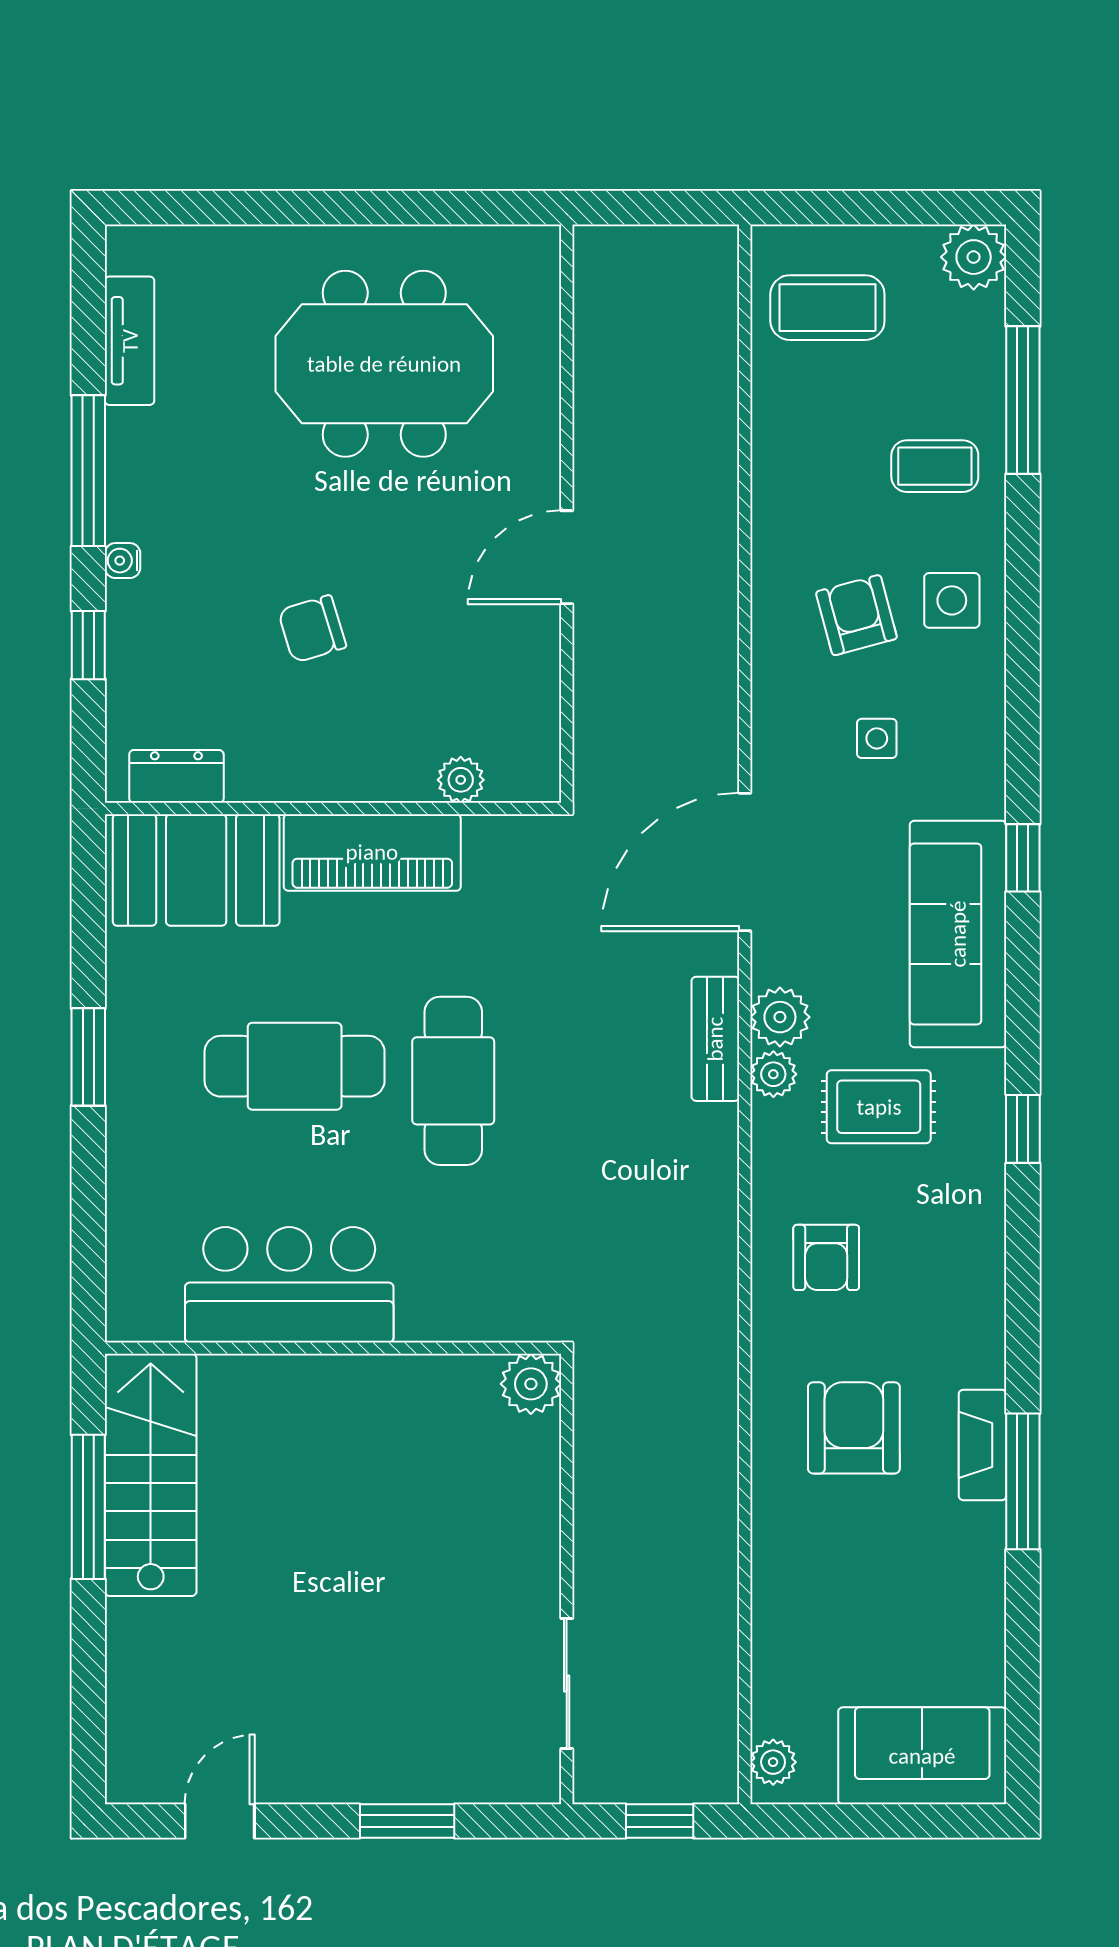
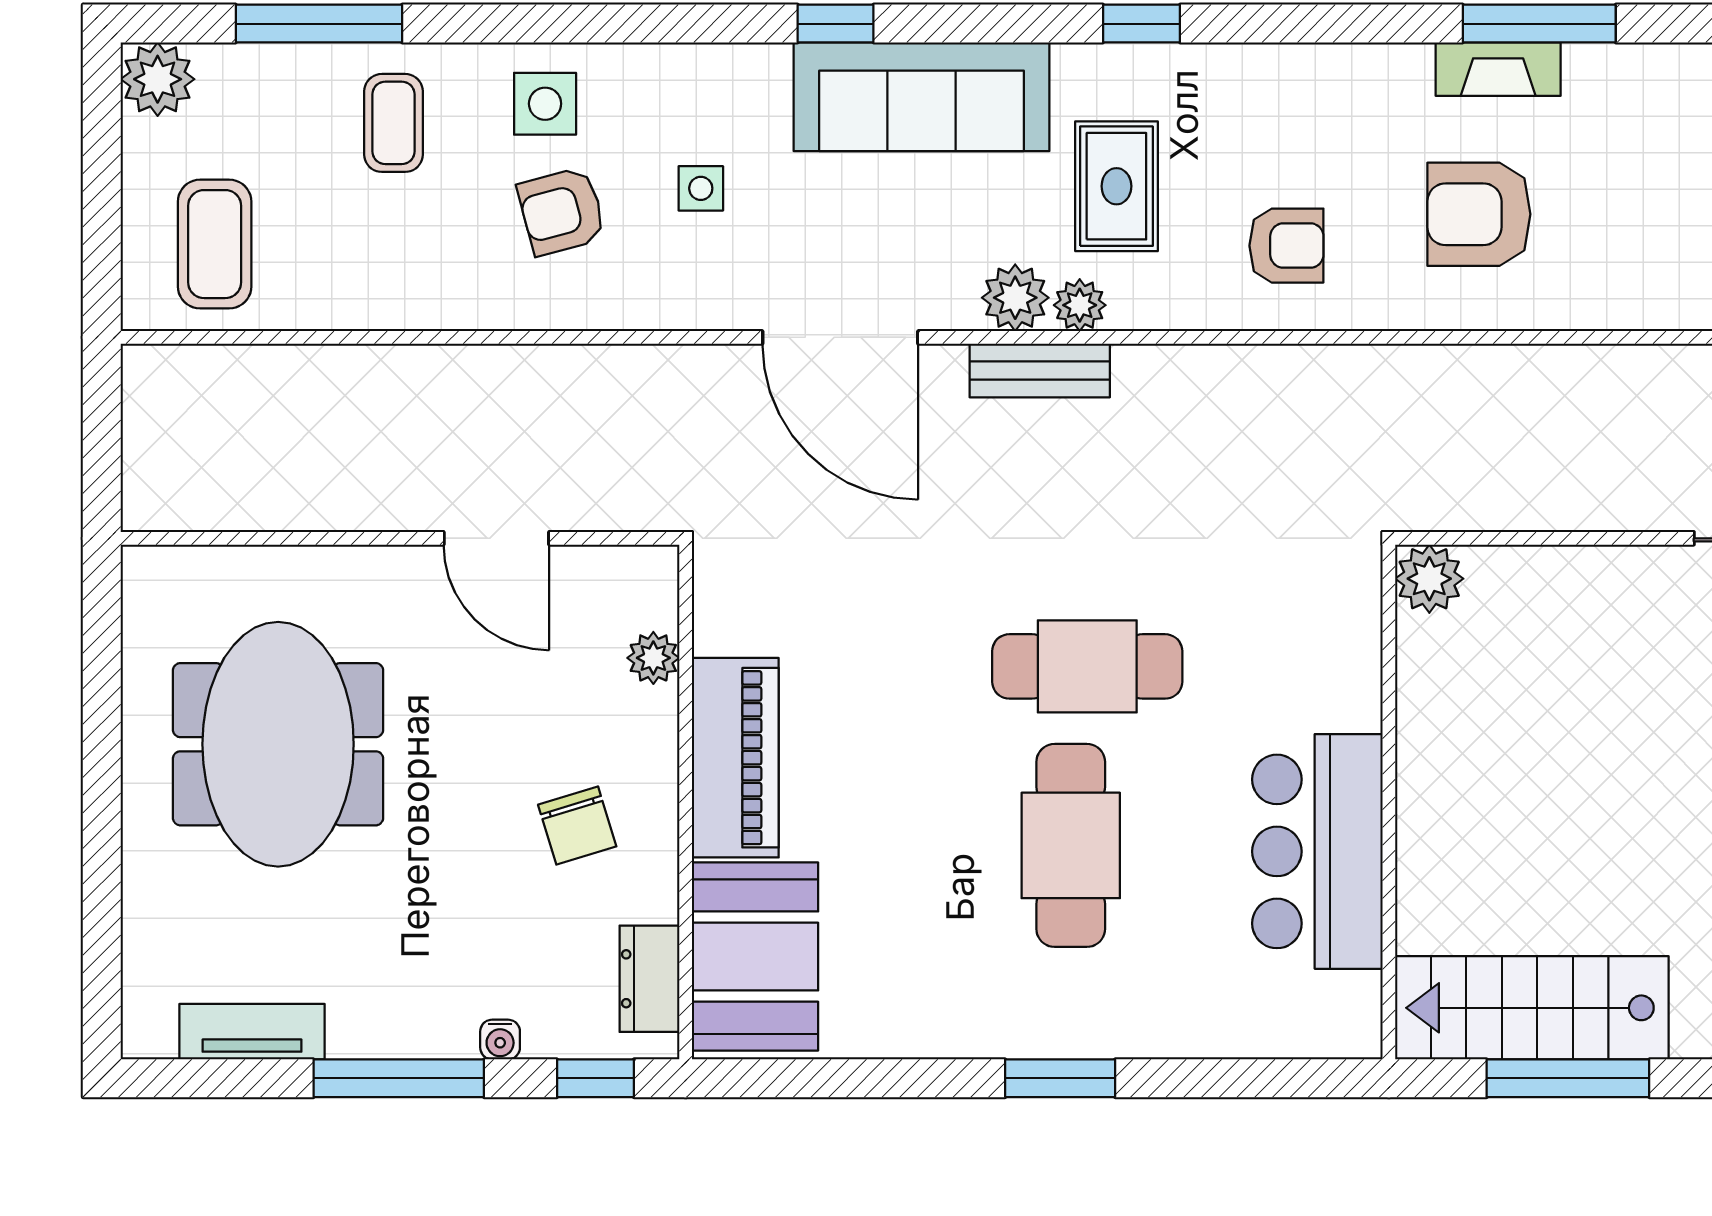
dresser: (176, 776) -> (650, 979), moved
plant: (461, 780) -> (653, 658), moved
wall: (333, 808) -> (686, 802), moved
piano: (372, 852) -> (735, 758), moved
booth: (196, 870) -> (755, 957), moved

